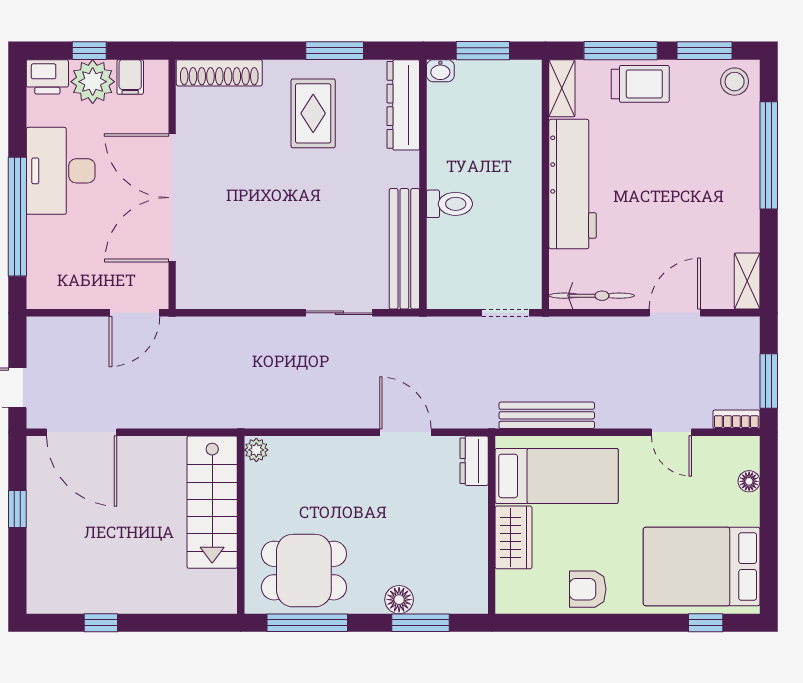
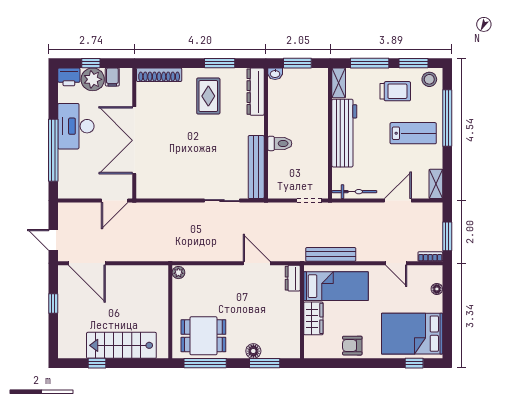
trolley: (640, 84) -> (395, 91), moved
lab bench: (704, 184) -> (413, 133), added
stairs: (212, 502) -> (121, 345), moved, turned 90

